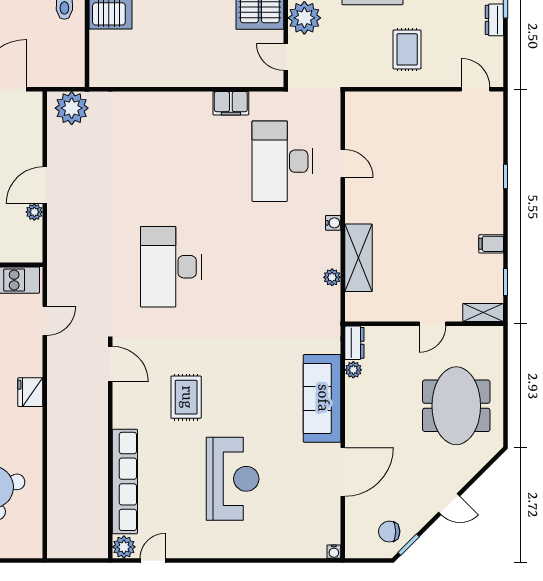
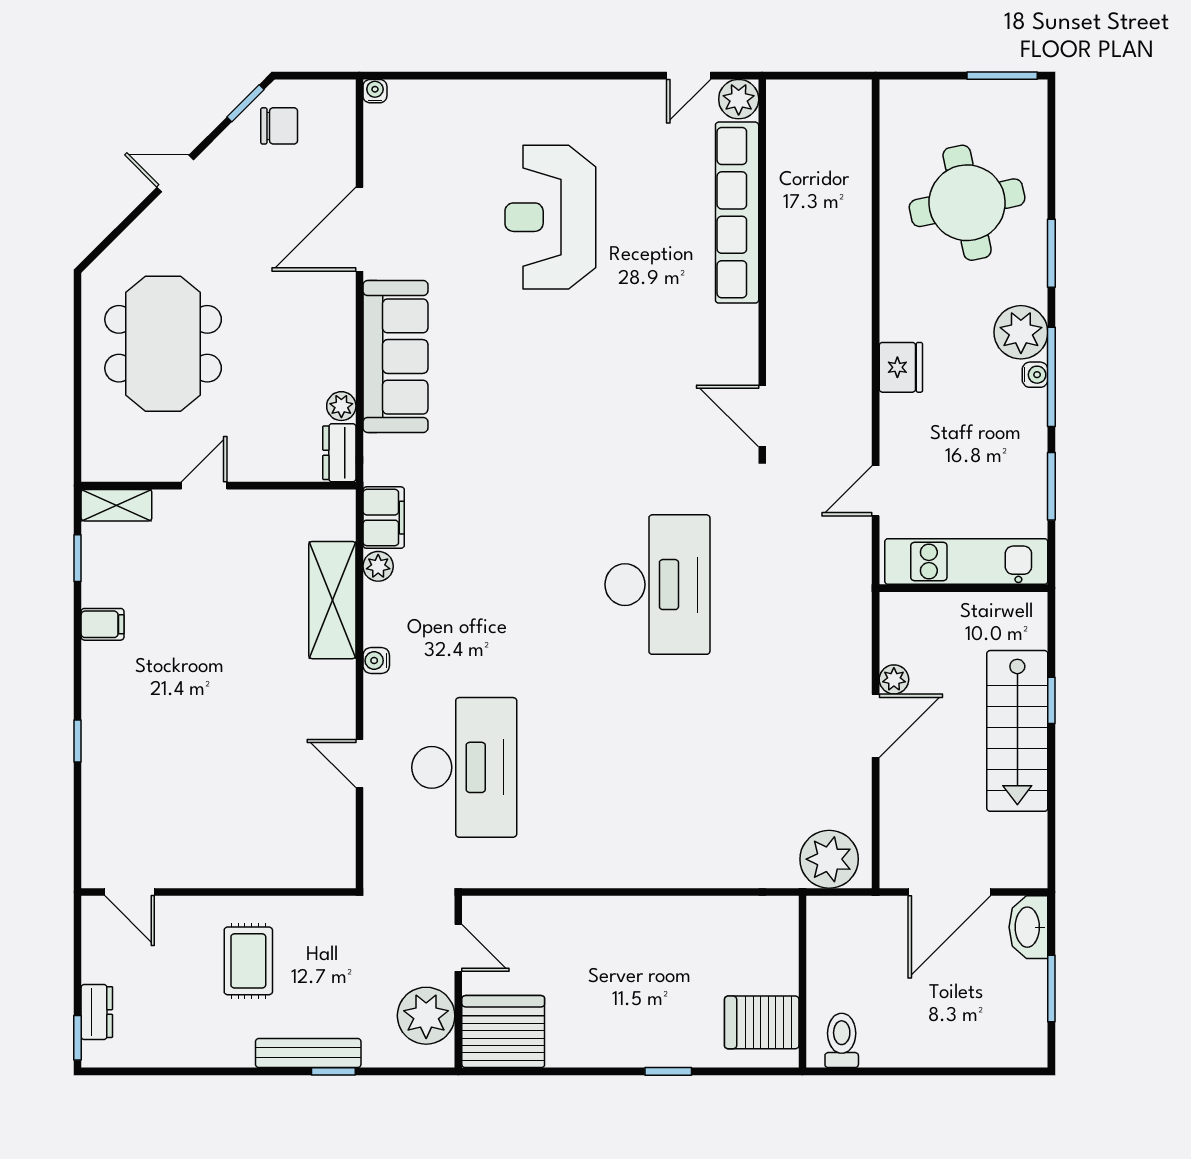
filing cabinet: (231, 103) -> (384, 518), moved, turned 90
rug: (186, 397) -> (631, 359), removed

